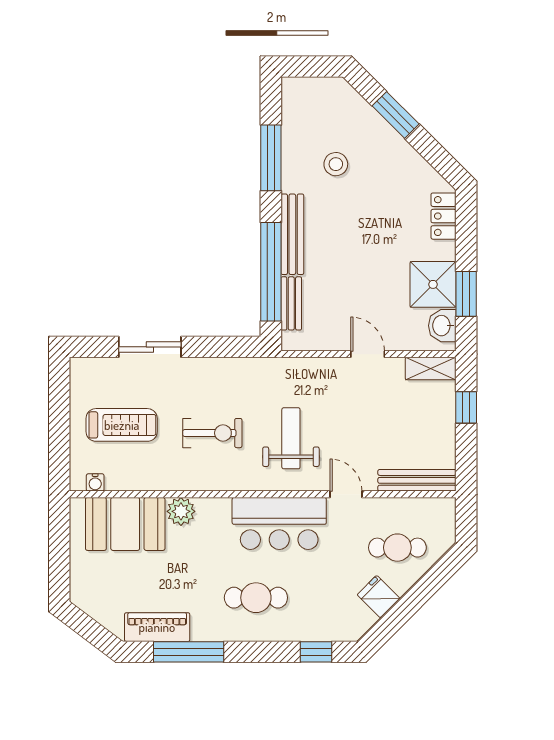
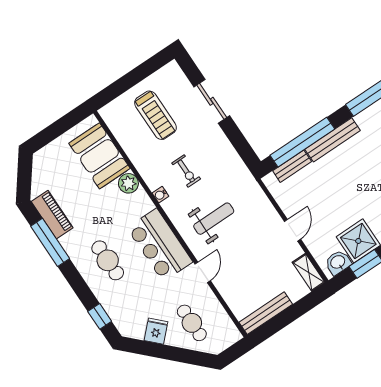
window: (466, 407) -> (300, 308), removed
exercise bike: (212, 433) -> (186, 171), width x0.73, depth x0.72
bench: (417, 480) -> (266, 313), moved, turned 90
water cooler: (95, 482) -> (160, 195), moved

